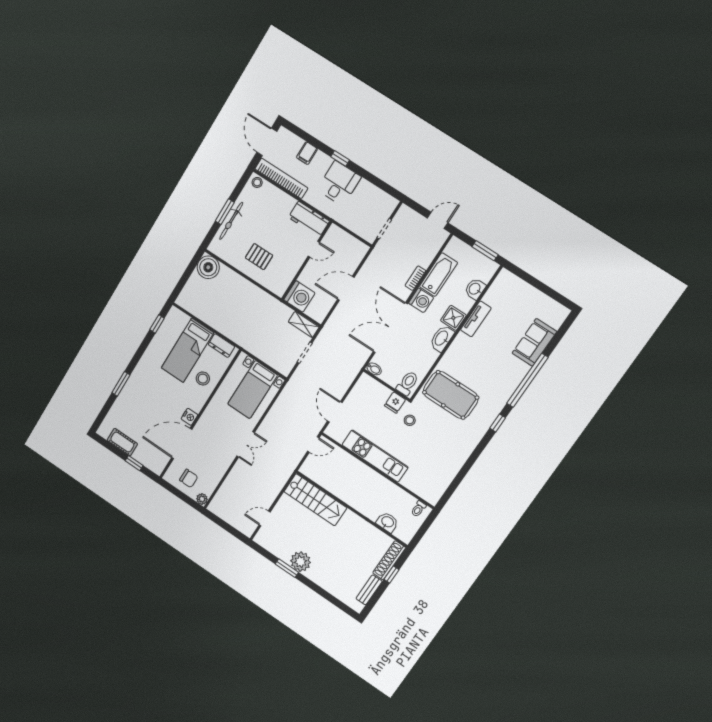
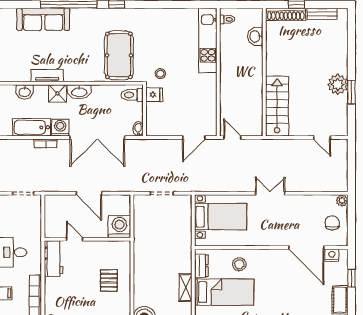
shelving: (304, 324) -> (186, 288), moved
sofa: (534, 342) -> (43, 19), width x1.36
nightstand: (190, 417) -> (332, 255), moved
kitchen unit: (375, 456) -> (208, 40), moved

